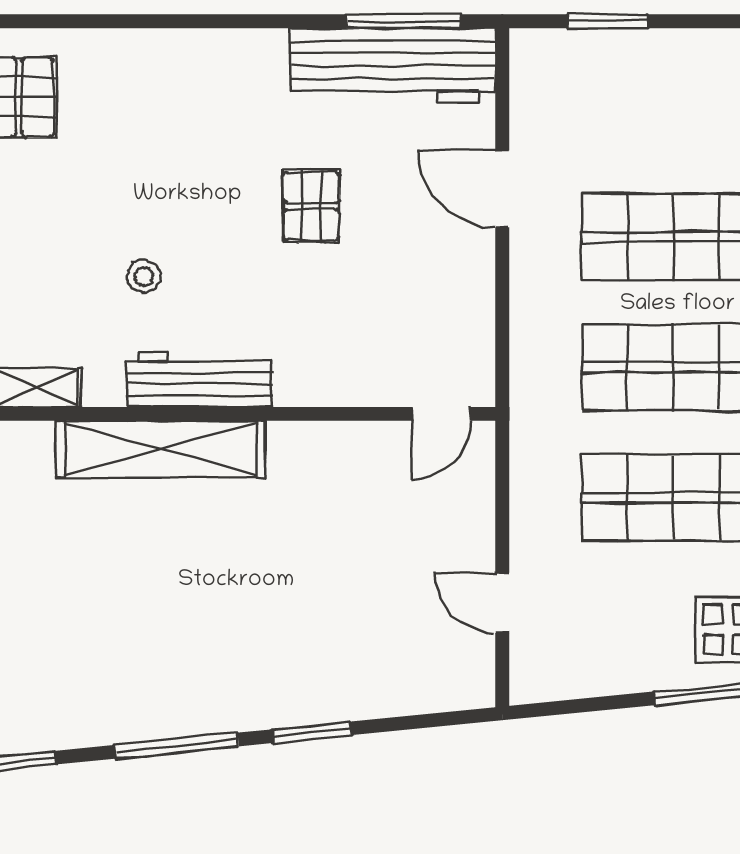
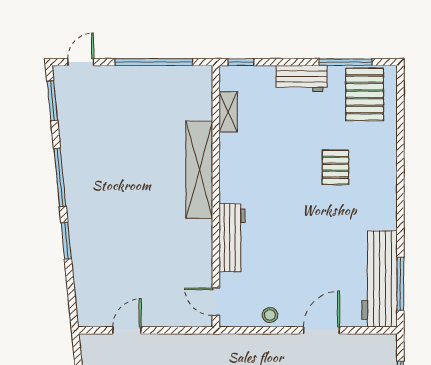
pallet: (311, 206) -> (336, 167), moved, turned 90
stool: (144, 276) -> (270, 315), moved
workbench: (199, 380) -> (232, 238), moved

